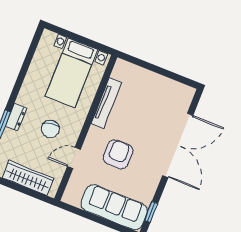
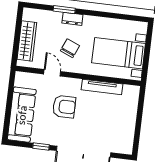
chair: (50, 129) -> (70, 48), turned 122
window: (151, 212) -> (41, 146), moved

